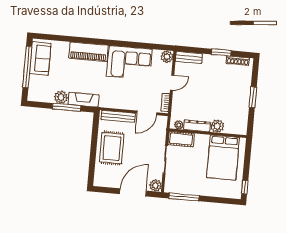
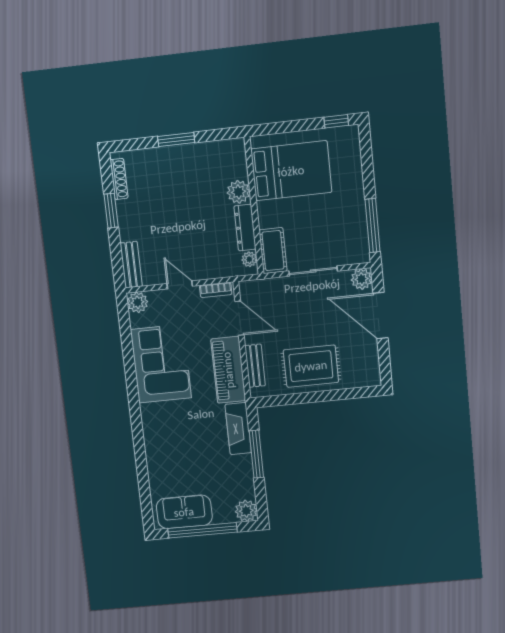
piano: (89, 52) -> (228, 370), moved, turned 180
plant: (61, 97) -> (246, 511), moved
bench: (118, 116) -> (255, 366), width x0.73

